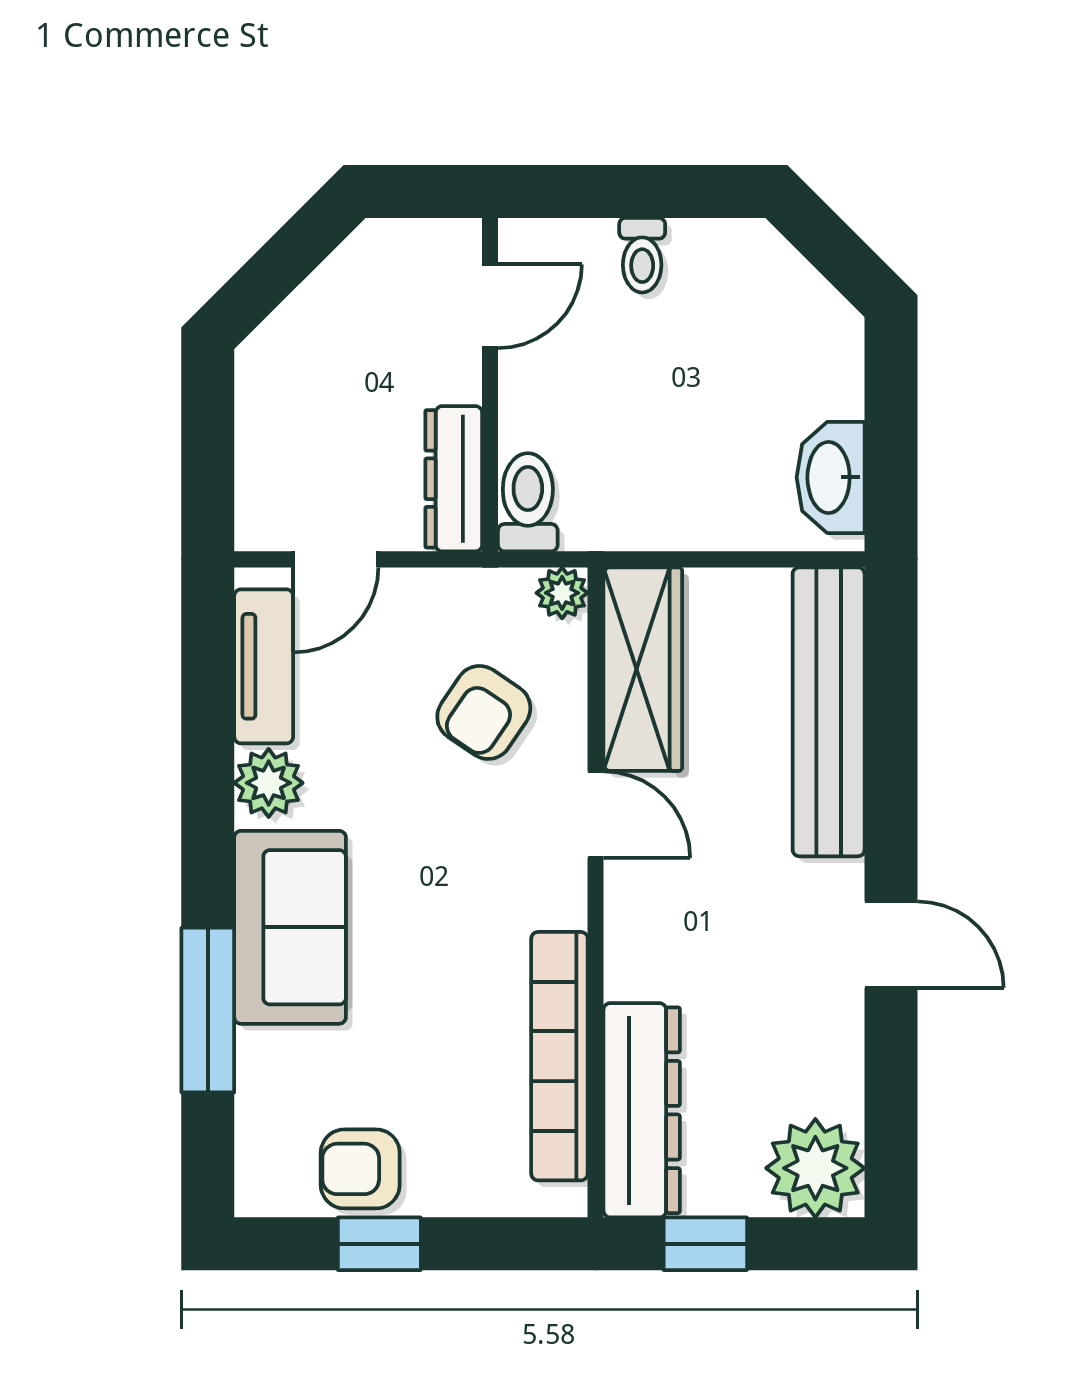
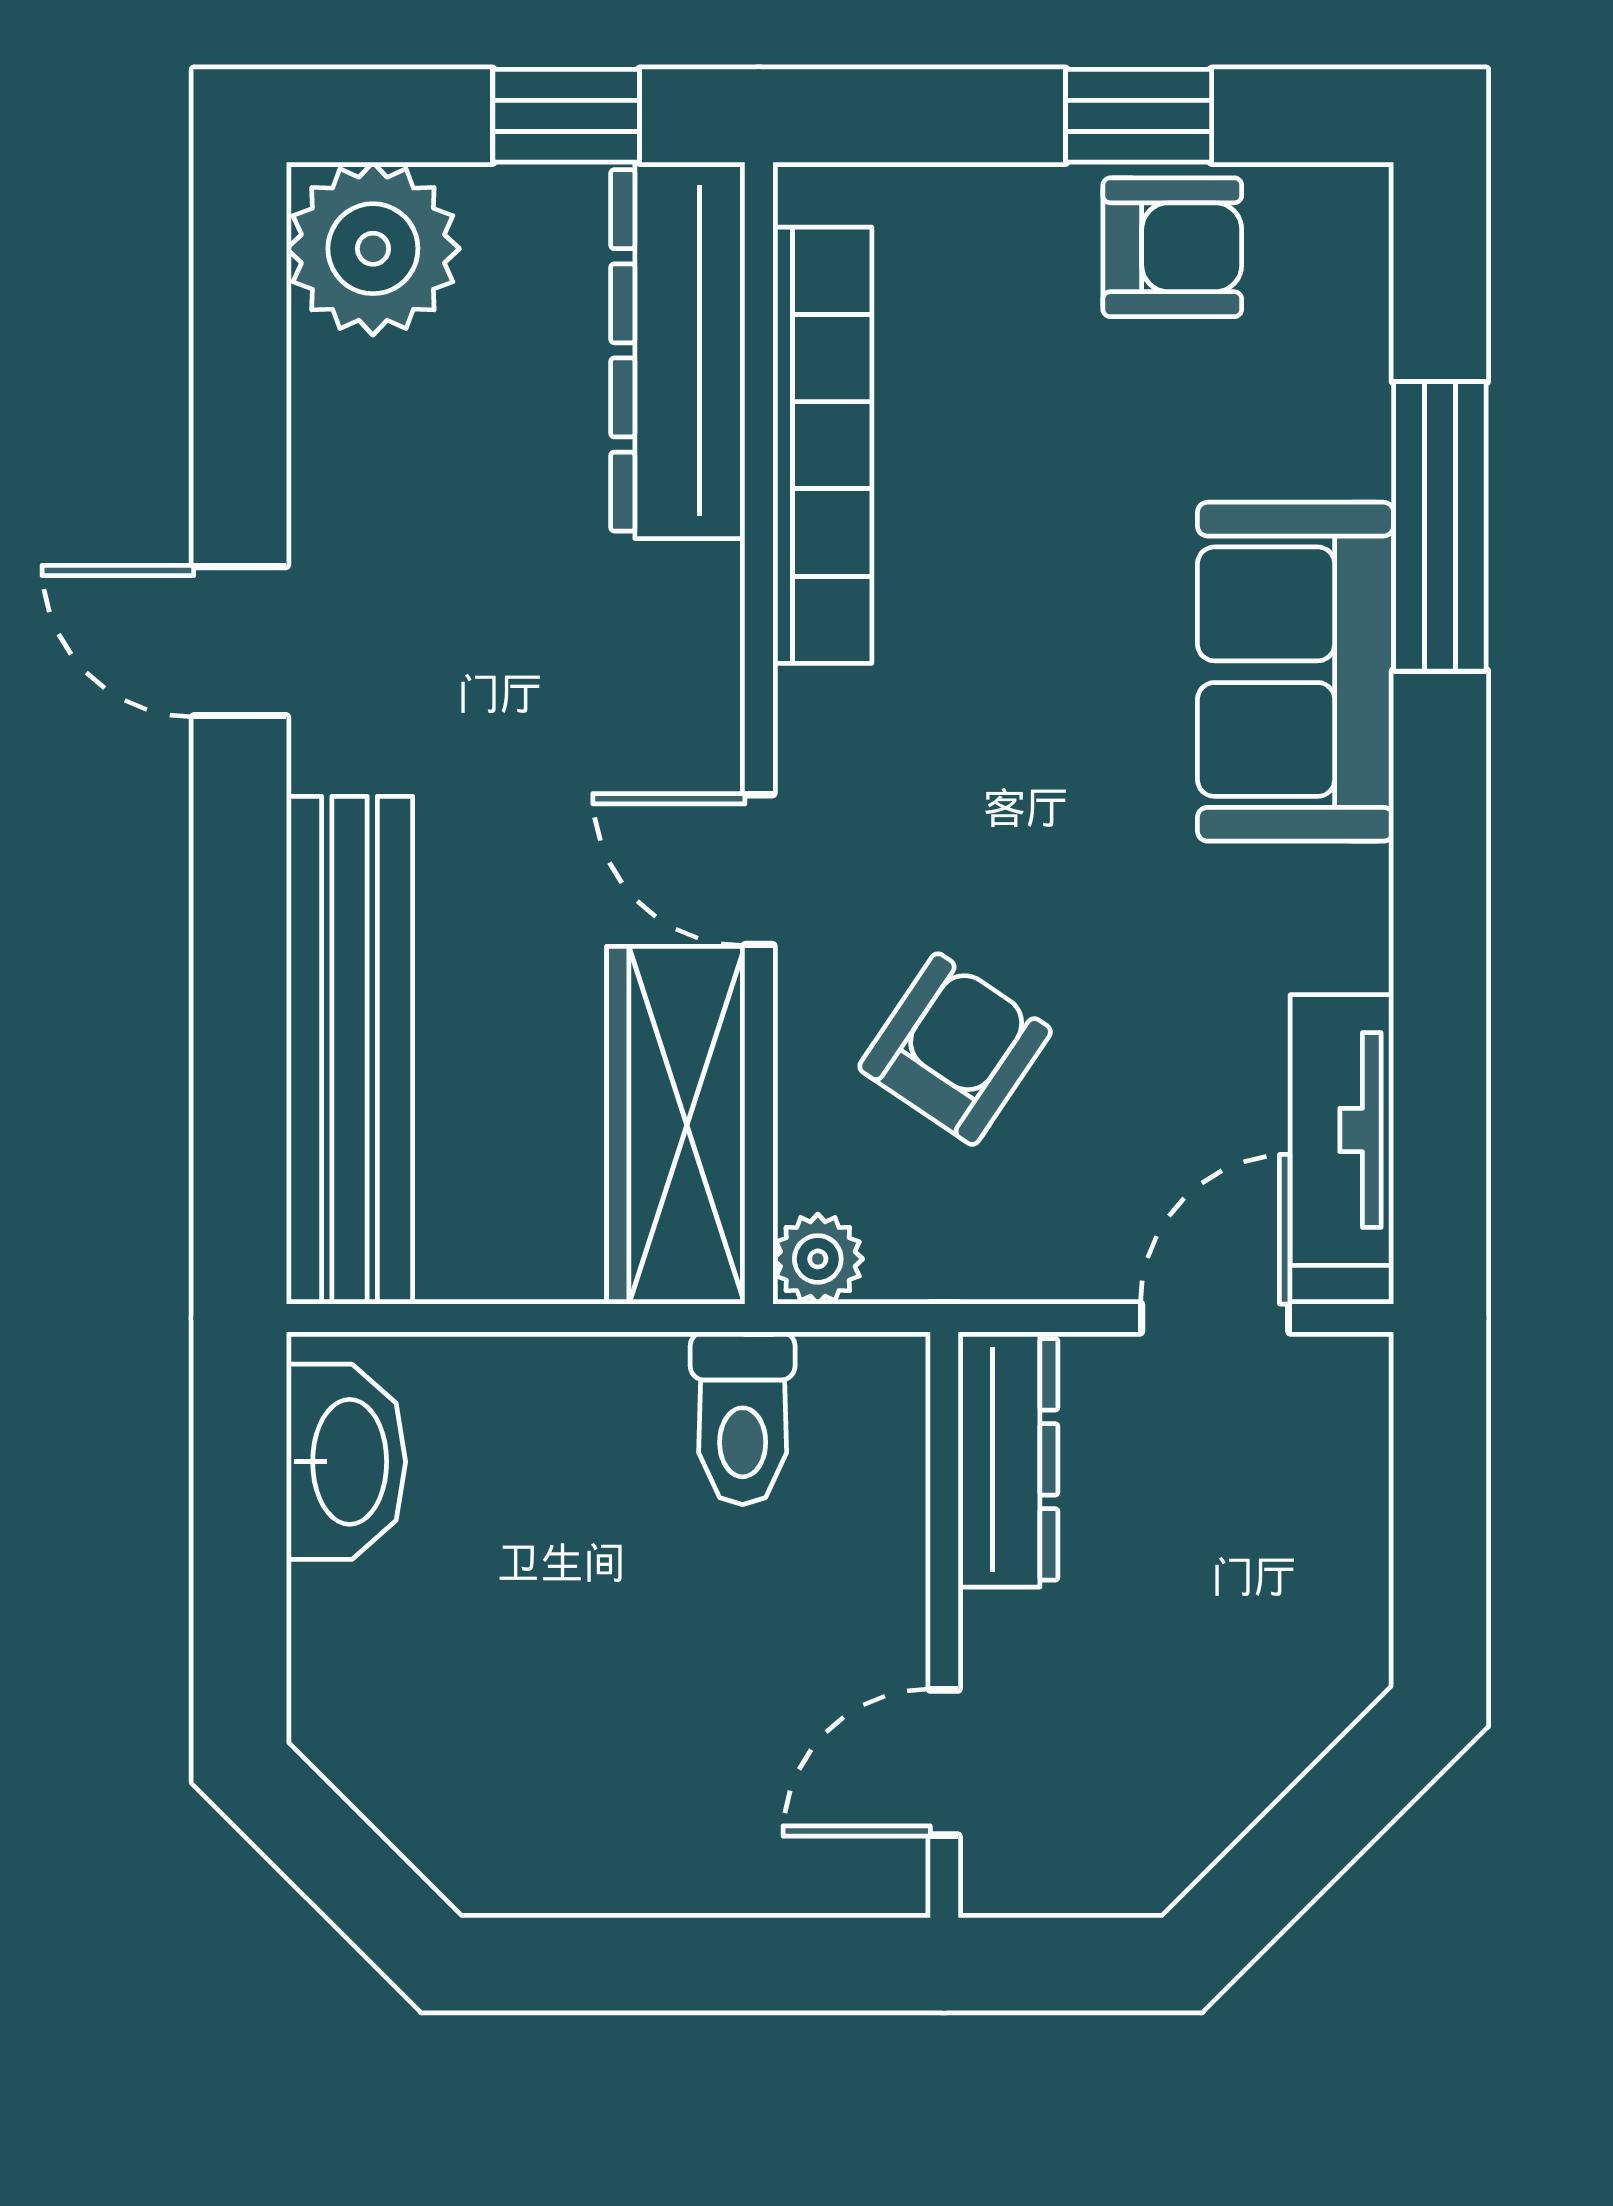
toilet: (642, 255) -> (677, 1852), removed
toilet: (528, 502) -> (743, 1418), moved
plant: (269, 783) -> (1333, 925), removed

